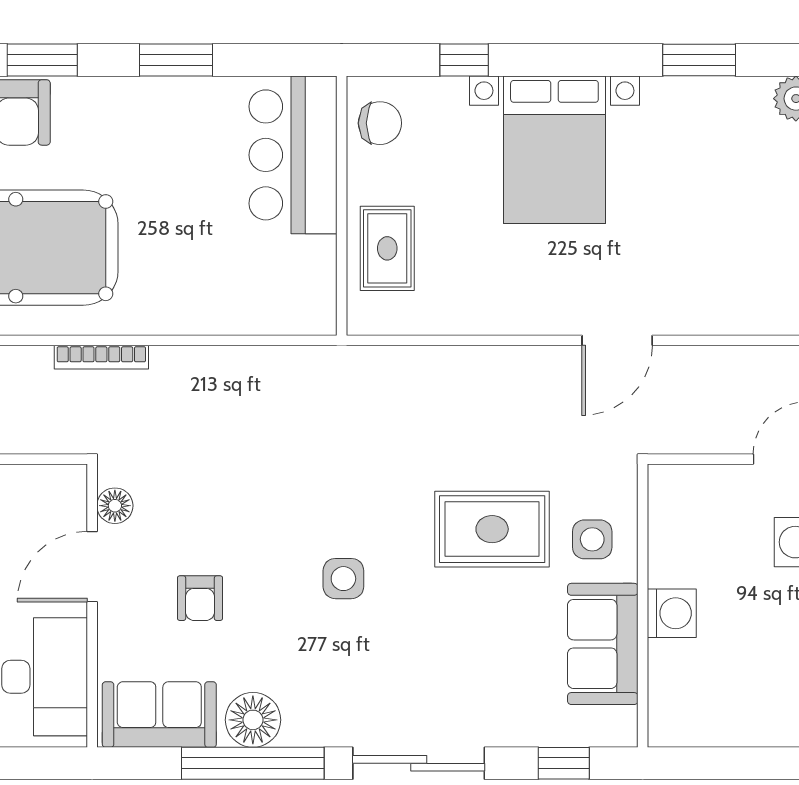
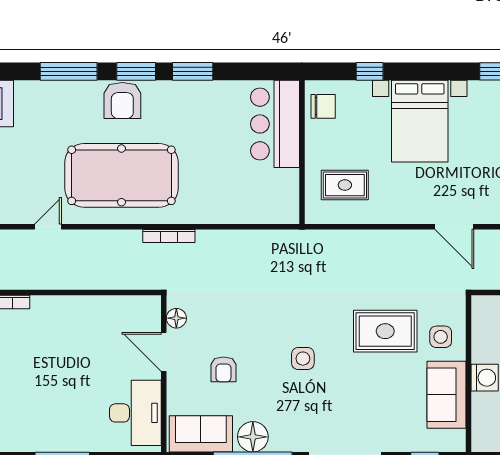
window: (176, 60) -> (193, 71), moved
rug: (387, 248) -> (345, 185), moved, turned 90
door: (617, 340) -> (454, 227), hinge flipped
door: (92, 567) -> (164, 352), hinge flipped

